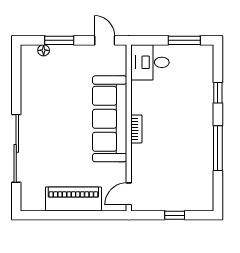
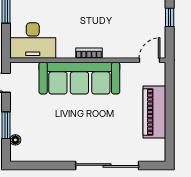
desk: (150, 62) -> (33, 40), width x1.37
door: (129, 194) -> (150, 60), swing flipped

